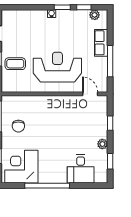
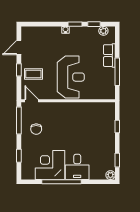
reception desk: (57, 67) -> (71, 77), turned 90
door: (90, 94) -> (32, 101), moved
plant: (102, 144) -> (110, 175), moved
corner desk: (21, 167) -> (50, 165), moved
desk: (81, 169) -> (77, 167), moved

